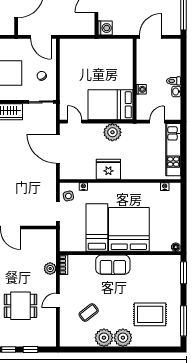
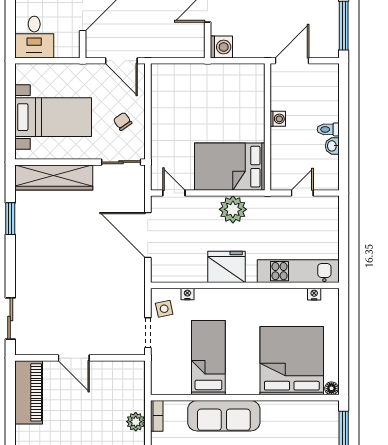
washing machine: (141, 89) -> (278, 119), moved
kitchen unit: (173, 150) -> (298, 271), moved, turned 90
bed: (129, 229) -> (292, 361), moved
sofa: (113, 265) -> (224, 416), width x1.36

